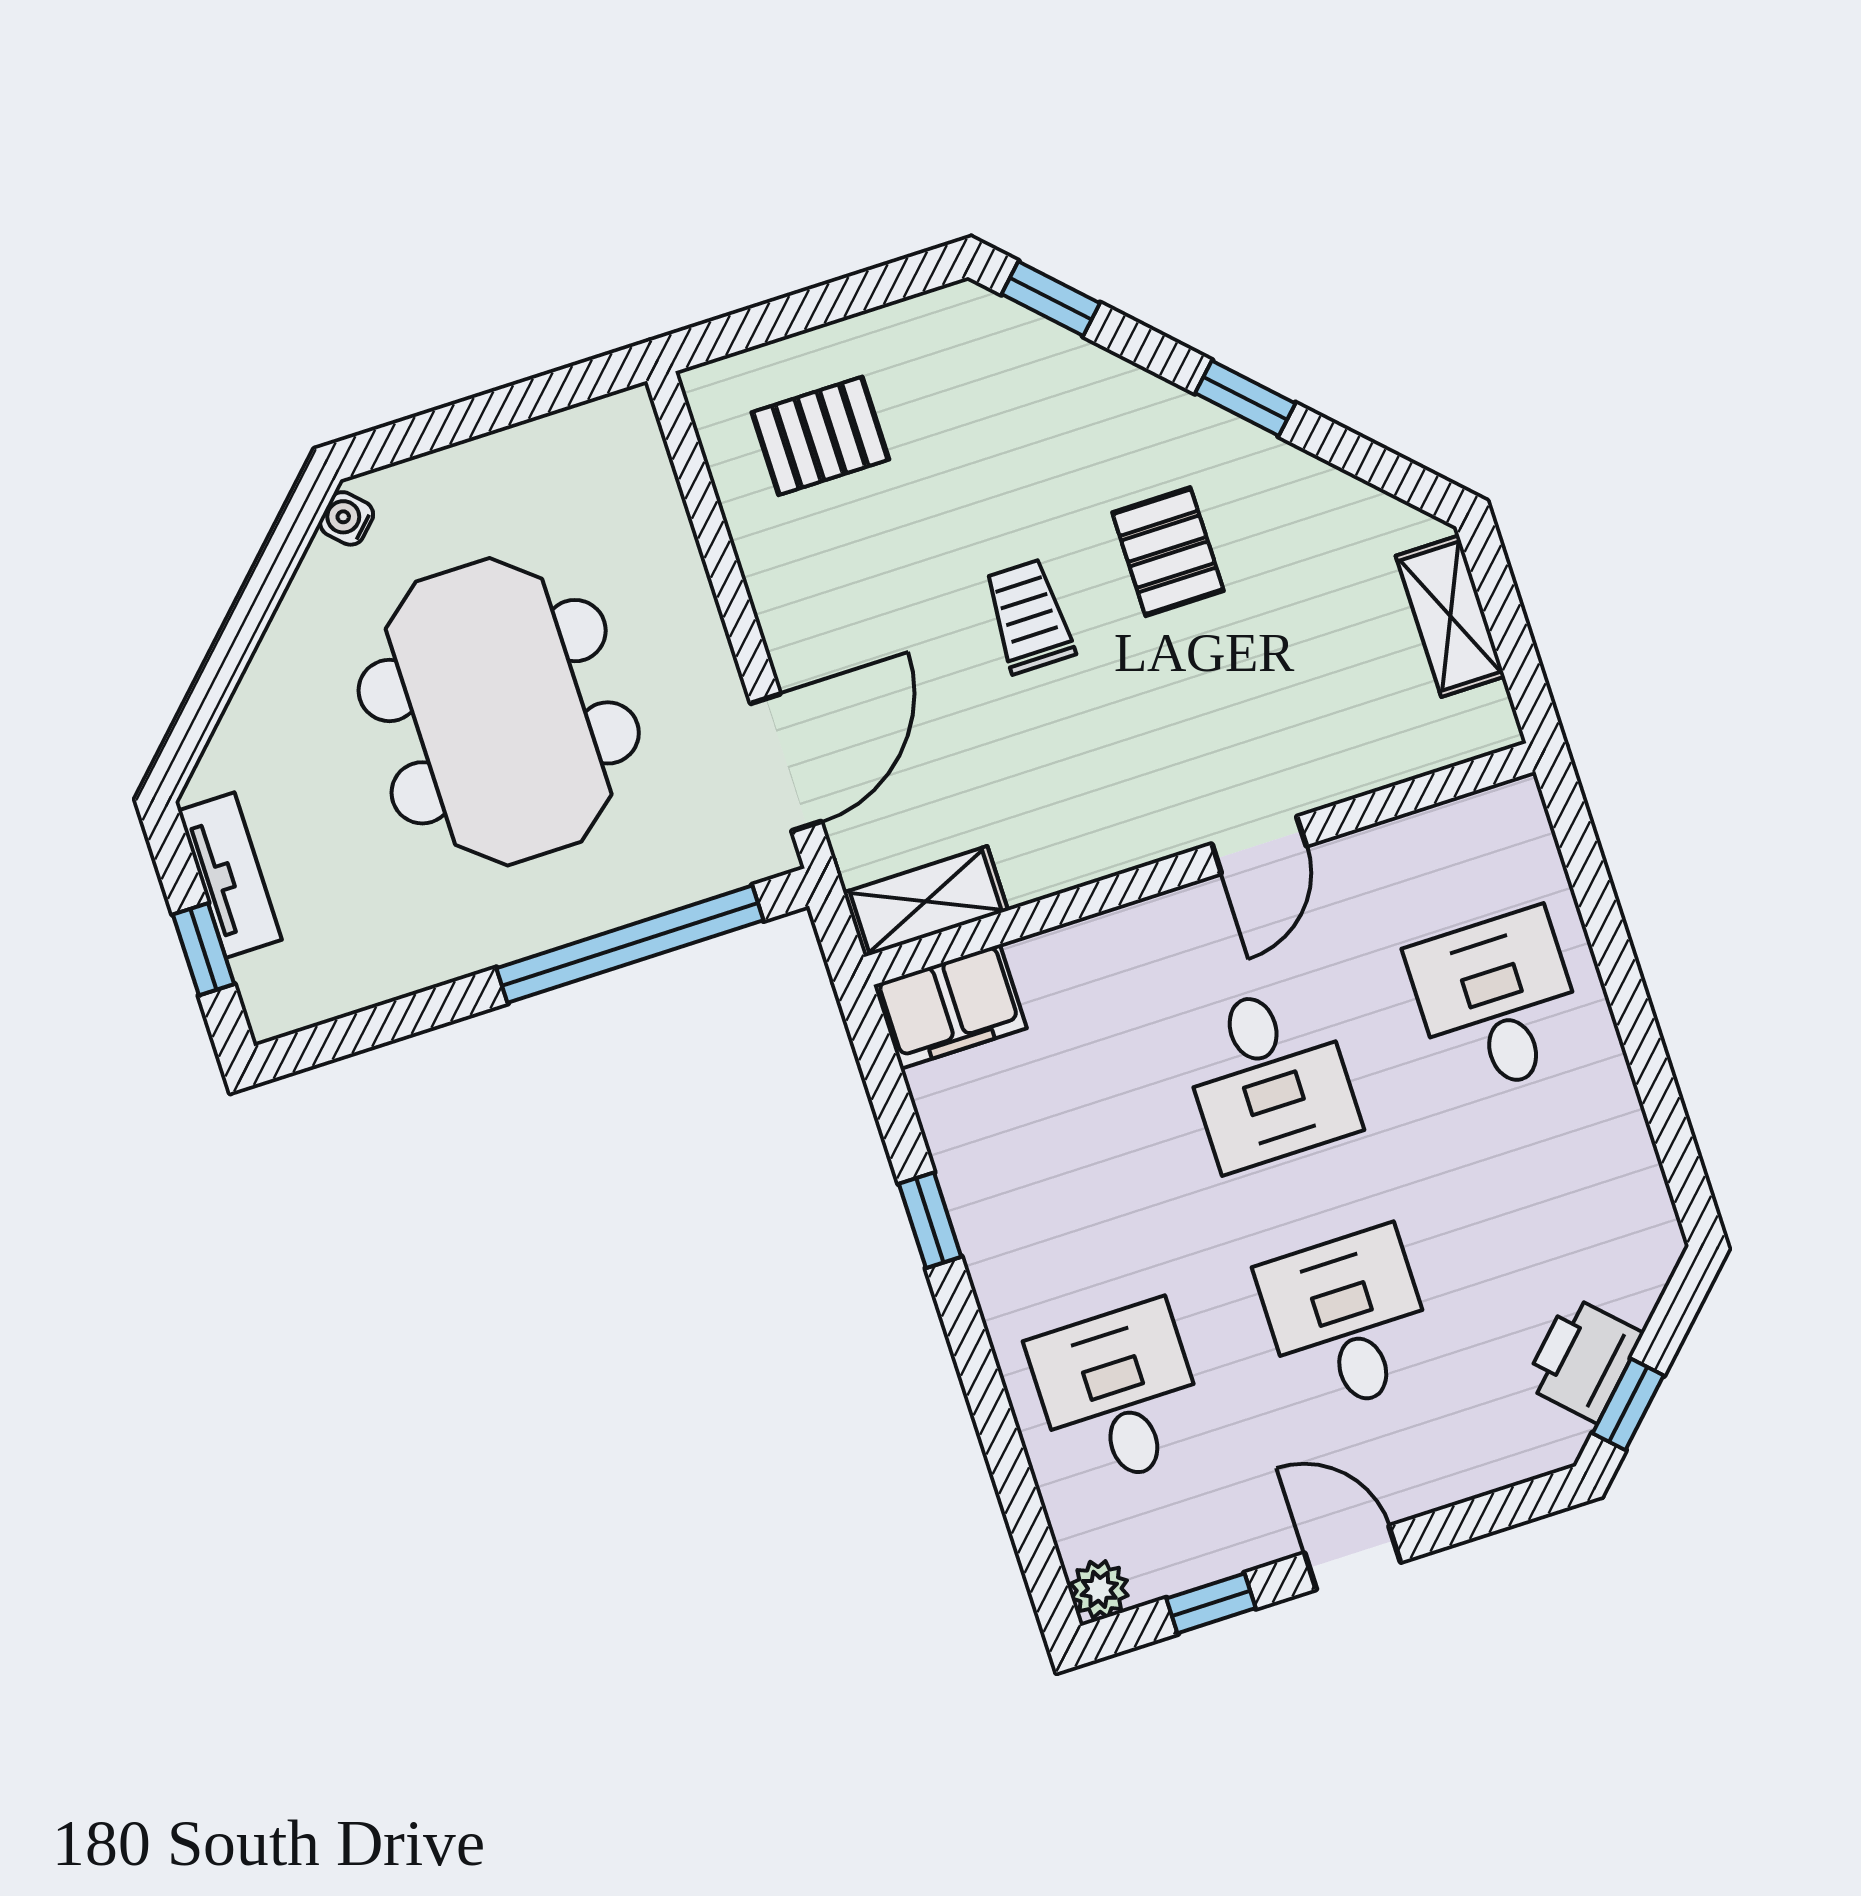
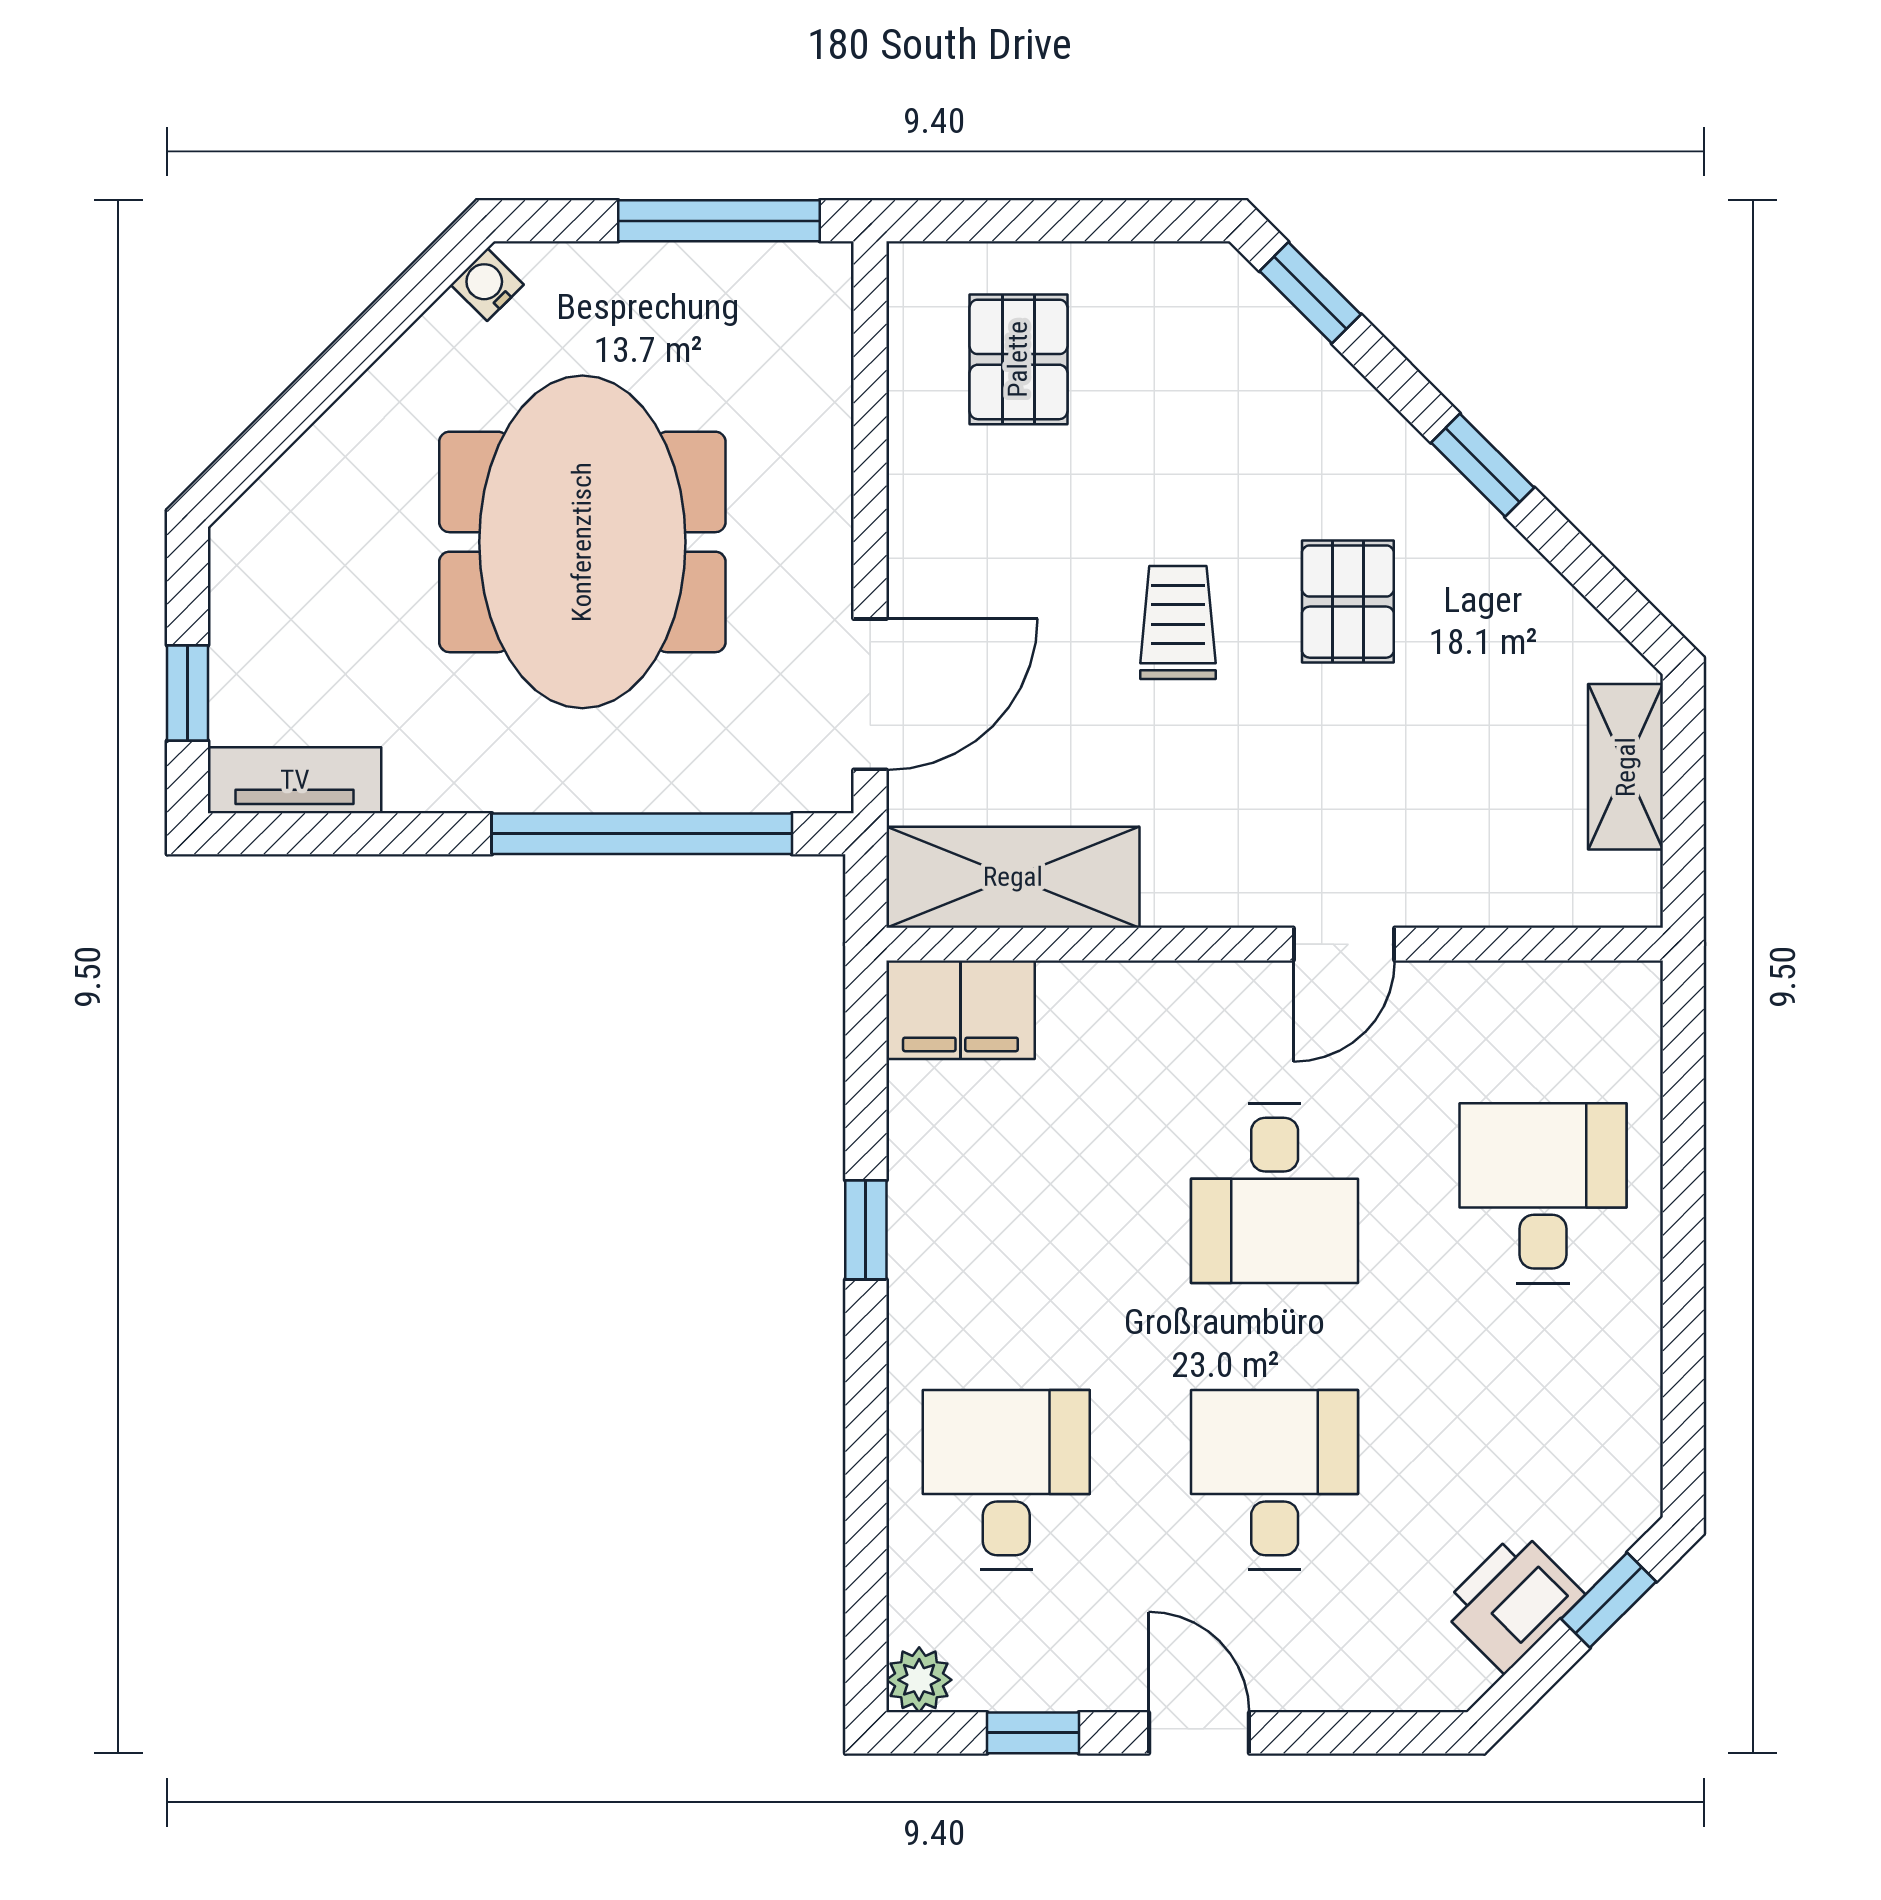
window: (527, 400) -> (719, 221), added
pallet: (820, 436) -> (1018, 359), turned 90
tv unit: (230, 875) -> (295, 780), moved, turned -90
shelving: (926, 901) -> (1013, 877), width x1.50, depth x1.33
window: (1628, 1404) -> (1609, 1600), moved

